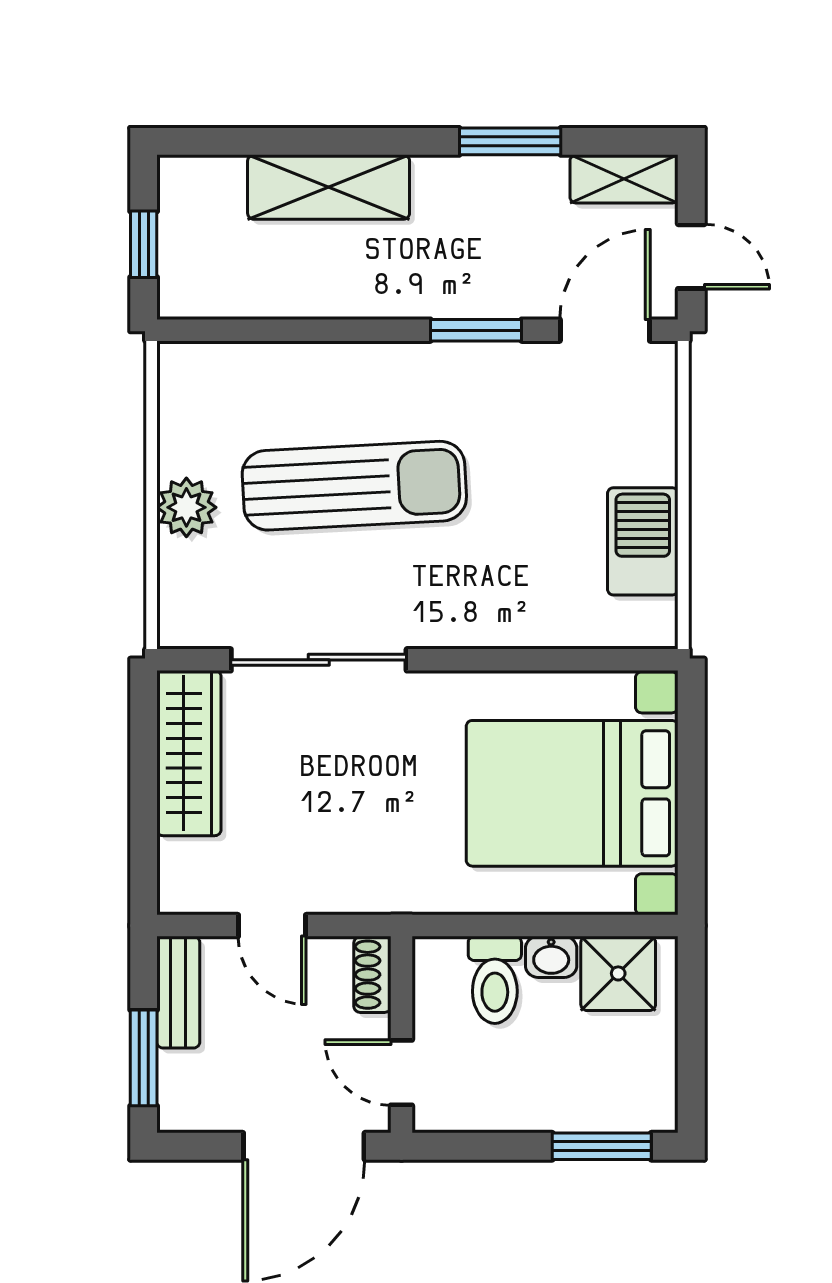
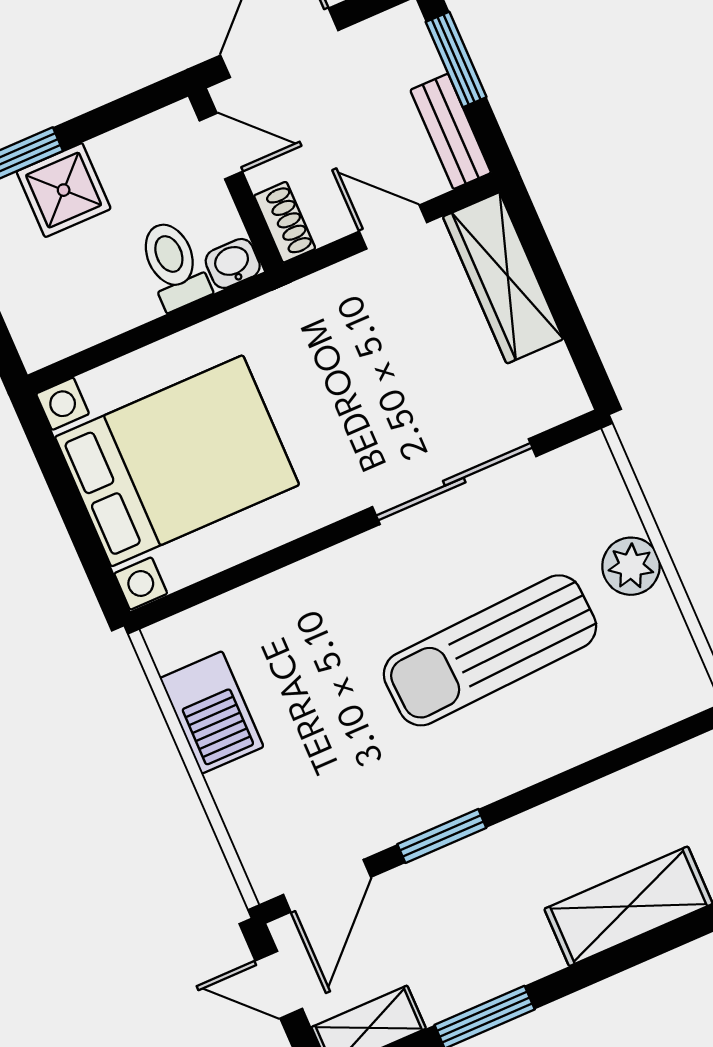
wardrobe: (189, 753) -> (503, 278), moved
washbasin: (551, 957) -> (233, 263), moved
shower: (618, 973) -> (64, 190), moved

